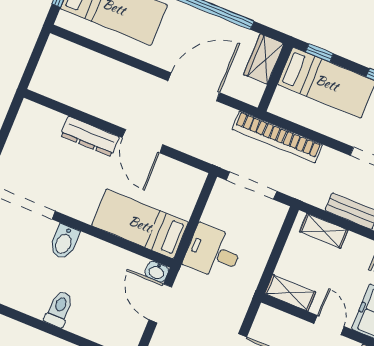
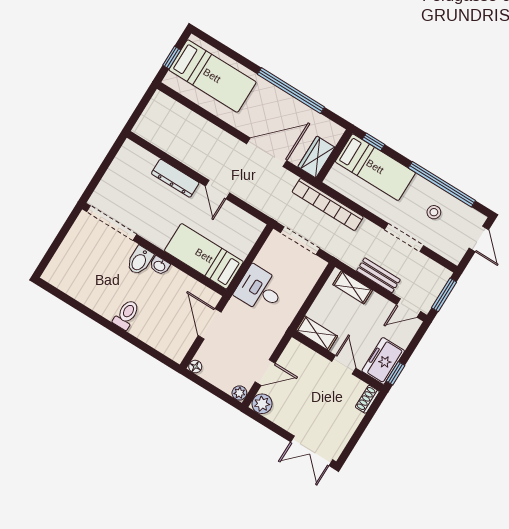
wardrobe: (264, 59) -> (316, 157), moved
door: (143, 141) -> (218, 189), width x0.73
washbasin: (157, 272) -> (160, 266), moved

